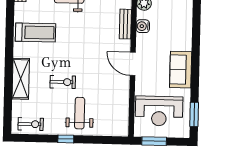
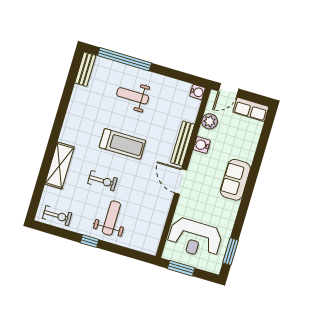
bench: (125, 24) -> (182, 143), width x1.36
treadmill: (35, 33) -> (122, 144), moved
sofa: (181, 70) -> (235, 180), moved

